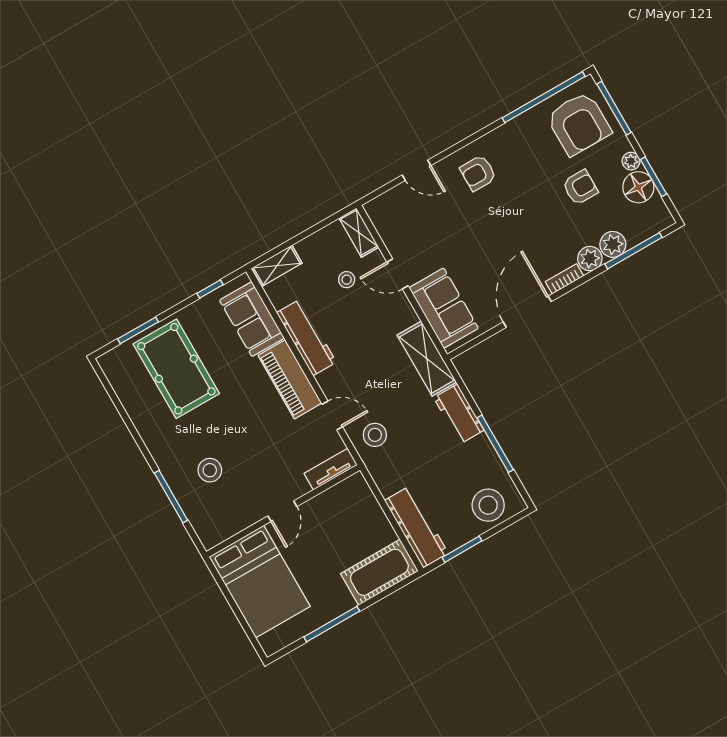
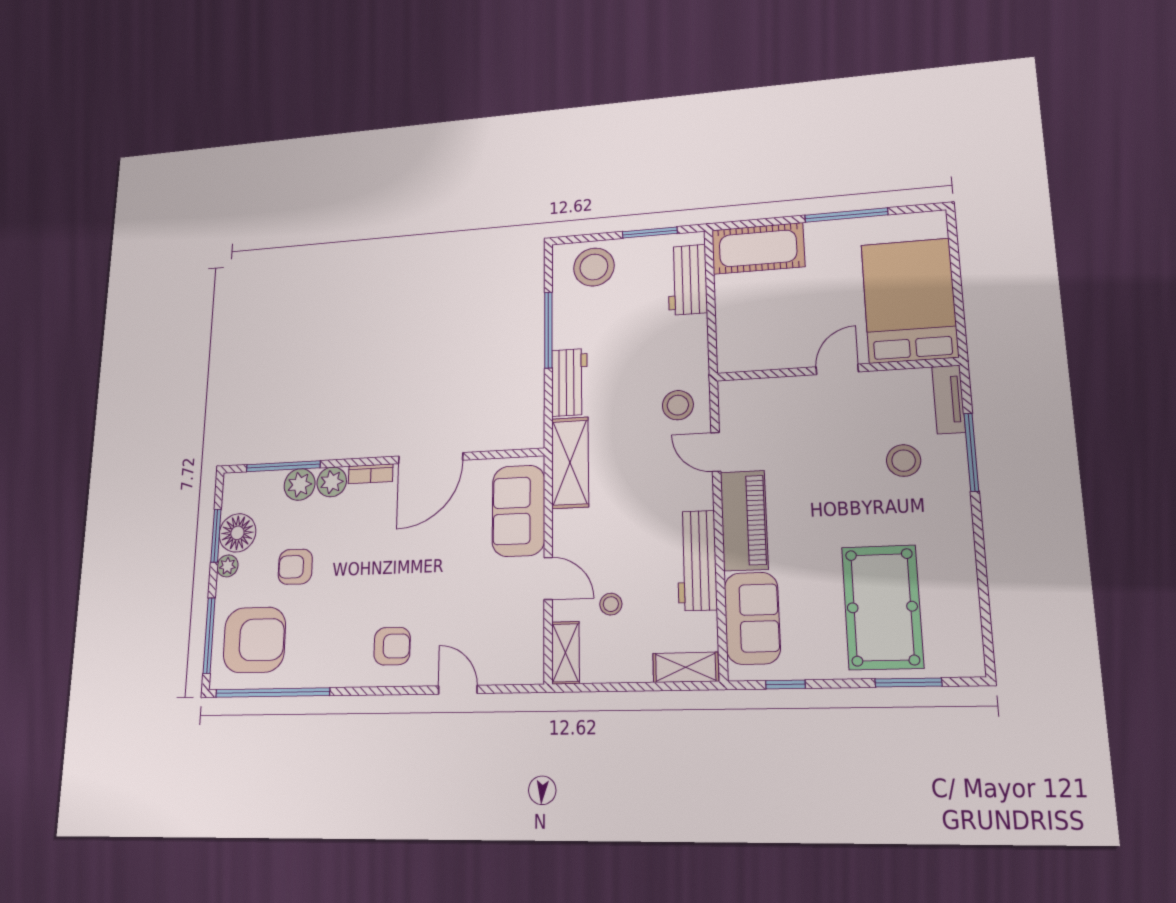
armchair: (579, 124) -> (254, 640), turned 90
tv unit: (331, 469) -> (949, 399), moved, turned 90
workbench: (416, 527) -> (687, 280), width x0.73

